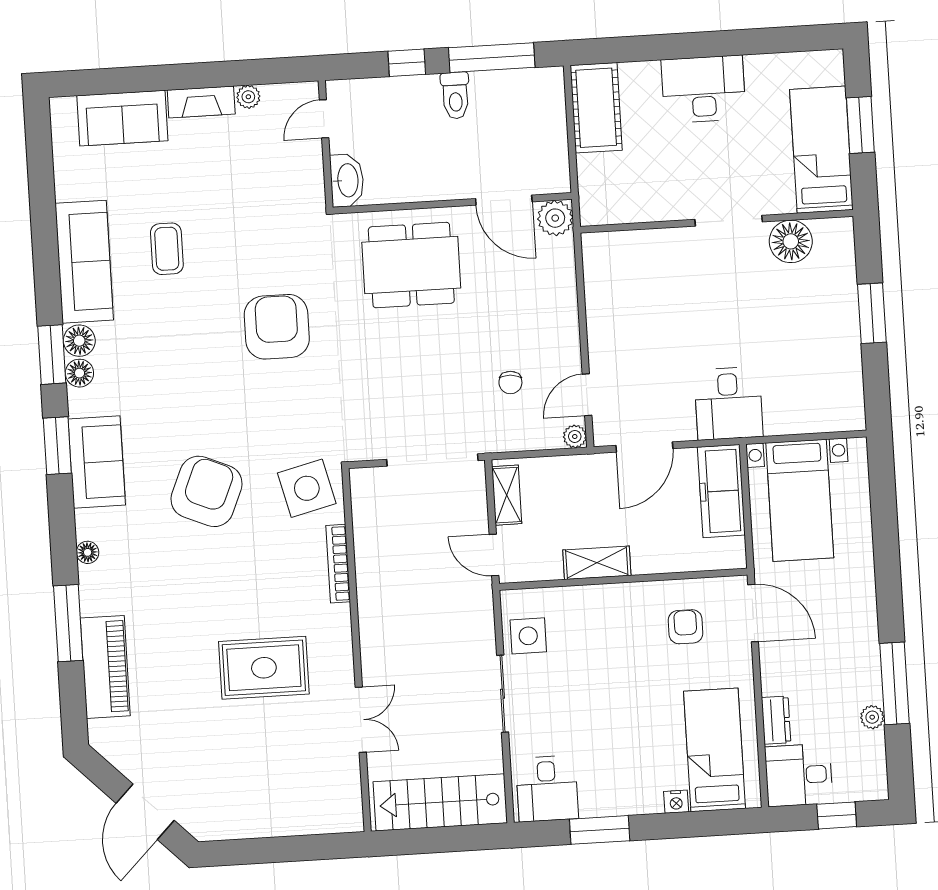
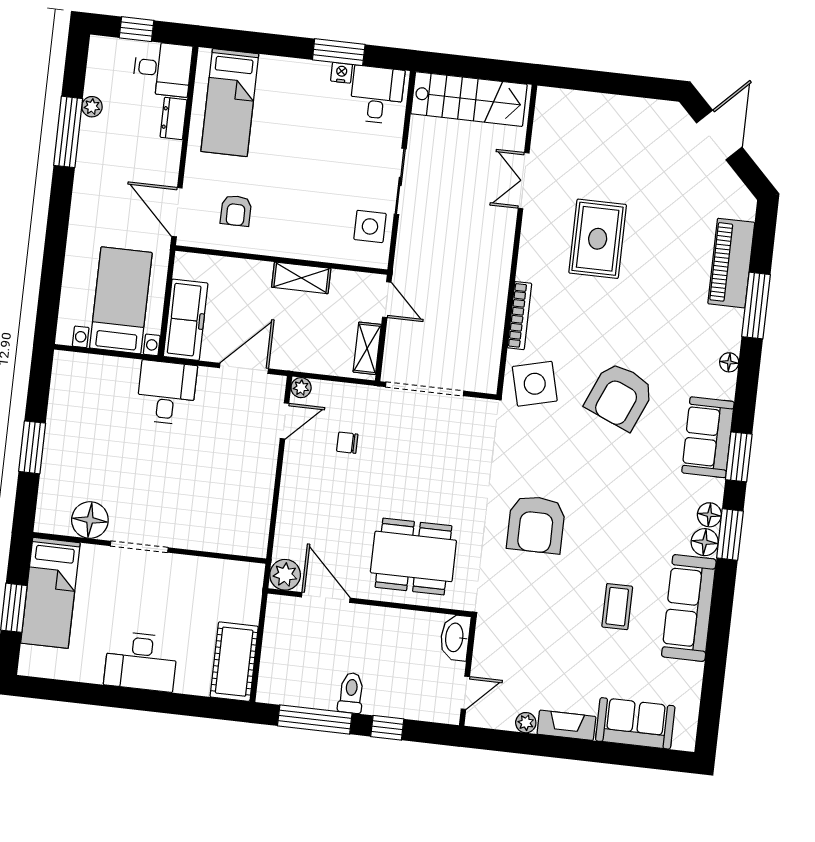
chair: (510, 382) -> (347, 443), turned -94
rug: (264, 668) -> (598, 239), turned 90
nightstand: (676, 802) -> (342, 73), moved

